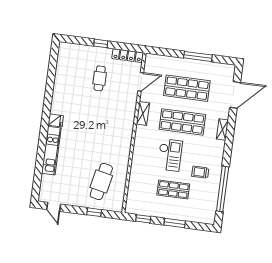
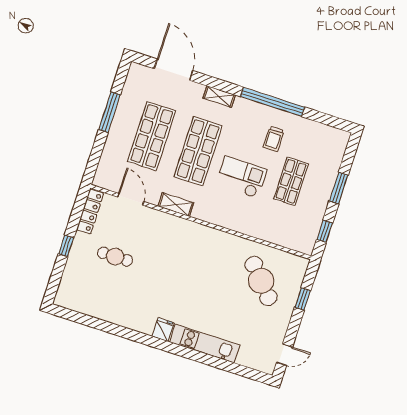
cafe table: (101, 181) -> (261, 281), turned 36
window: (223, 189) -> (272, 102), moved

